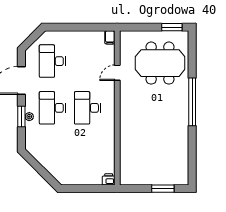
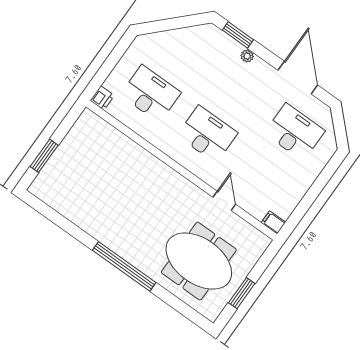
window: (172, 27) -> (242, 293), moved
meeting table: (160, 63) -> (199, 261), turned 90
desk: (52, 108) -> (151, 94), moved
window: (21, 117) -> (238, 35), moved

